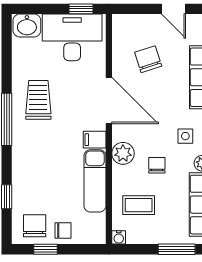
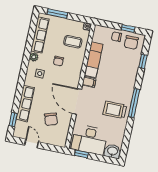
trolley: (38, 100) -> (115, 110), turned 90
plant: (123, 153) -> (75, 71), removed

